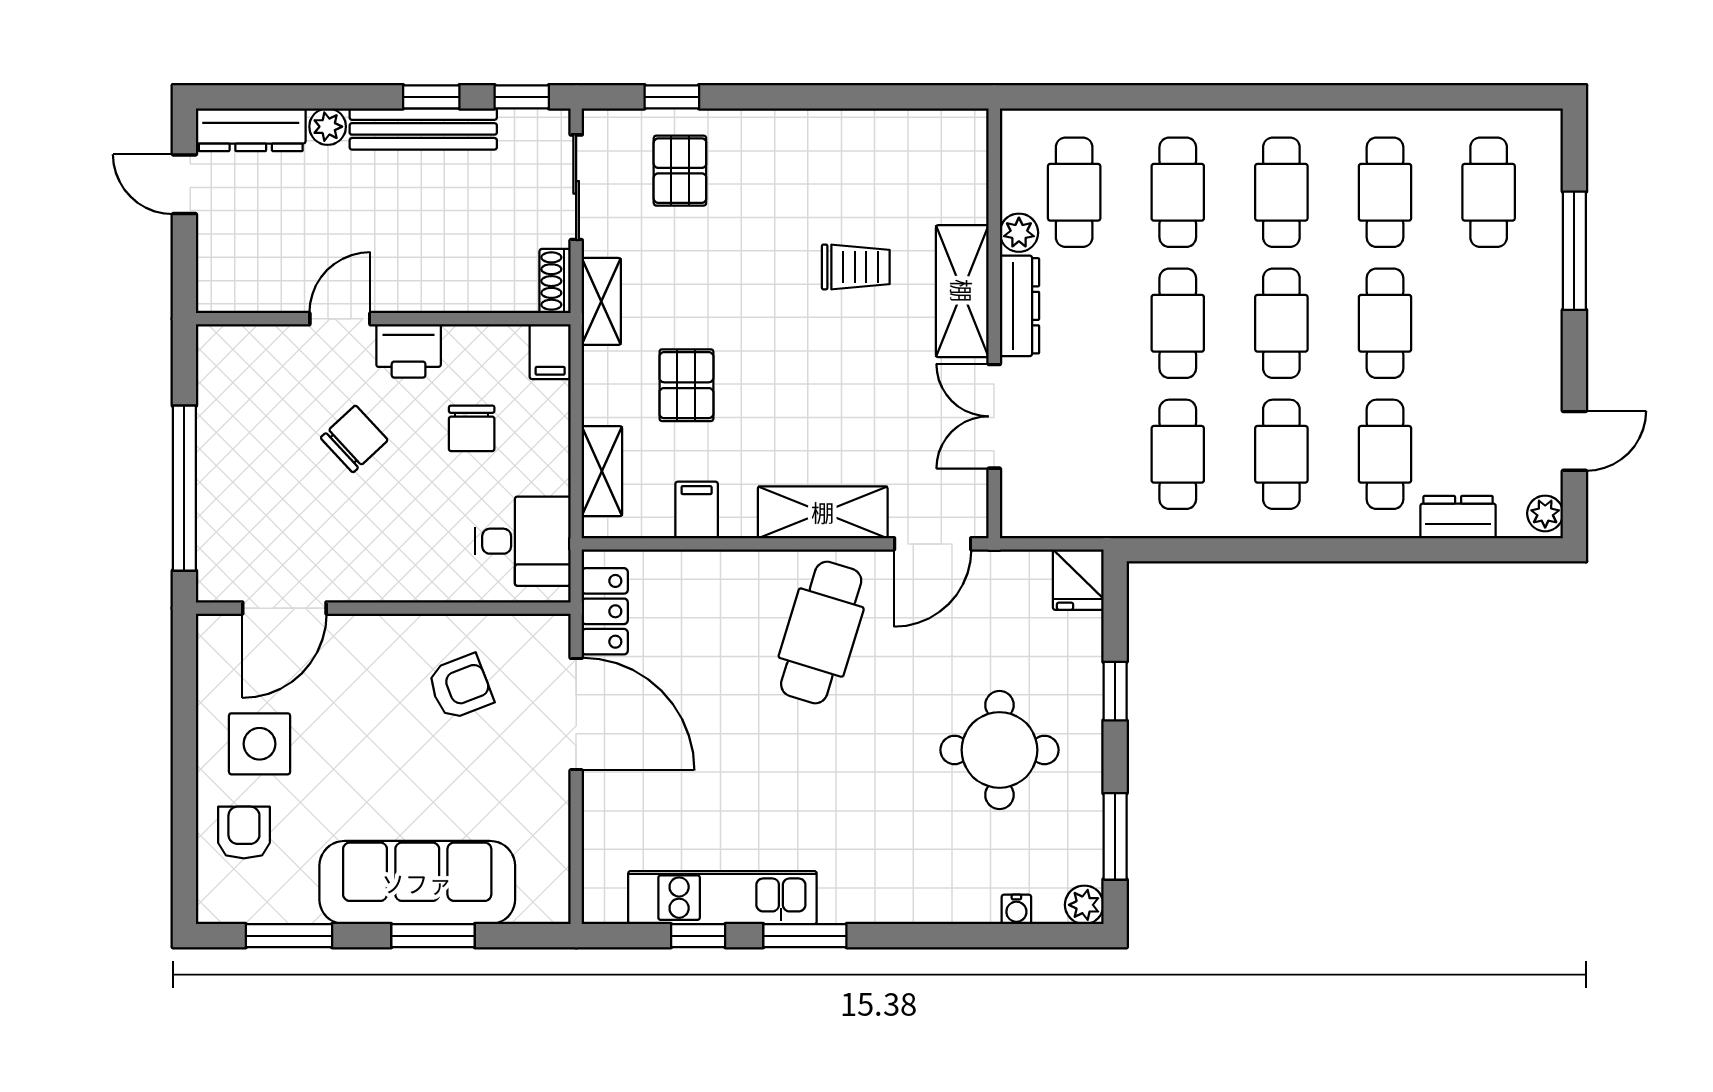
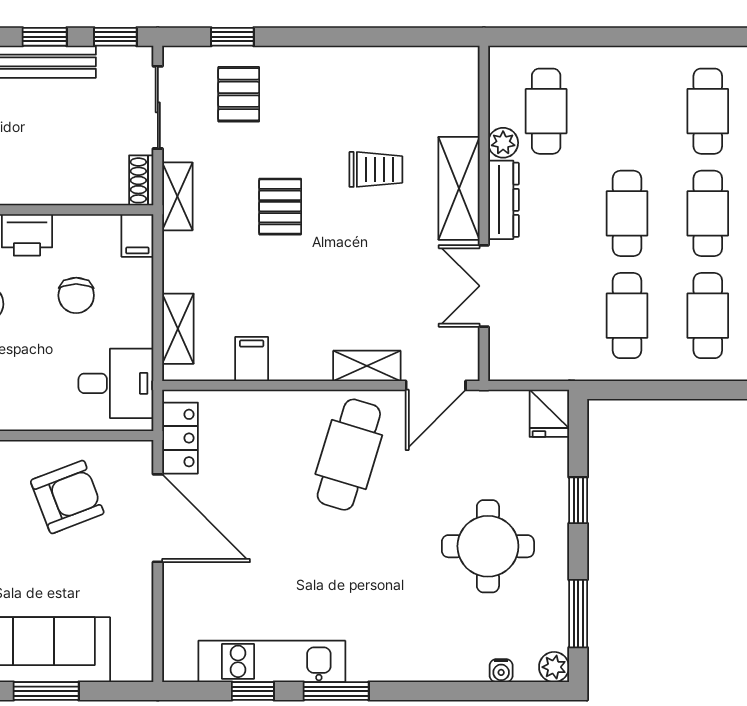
cafe table: (1178, 192) -> (627, 111), removed
pallet: (686, 385) -> (280, 207), moved
shelving: (823, 512) -> (367, 366), width x0.67, depth x0.75
armchair: (460, 687) -> (67, 497), width x1.38, depth x1.38

